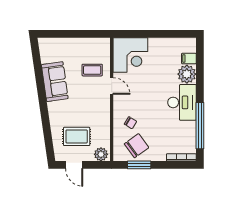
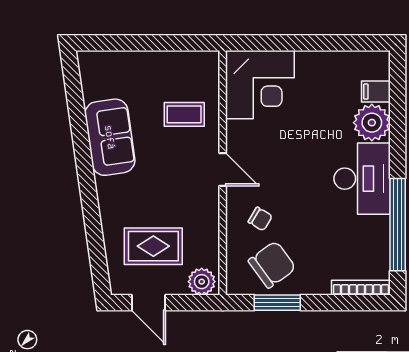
door: (112, 86) -> (223, 169), moved

